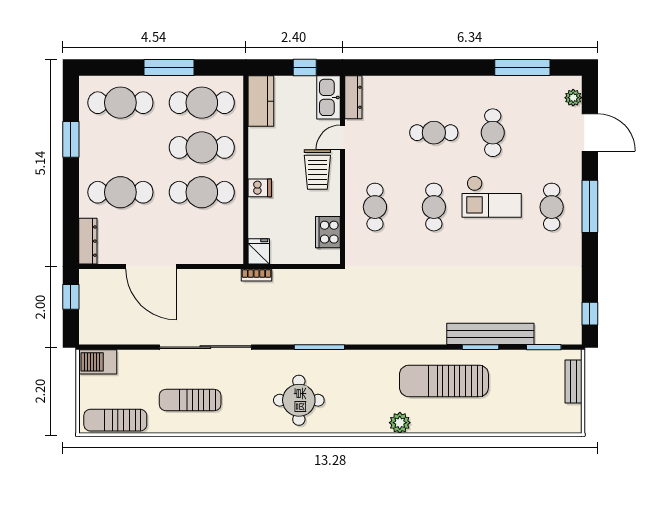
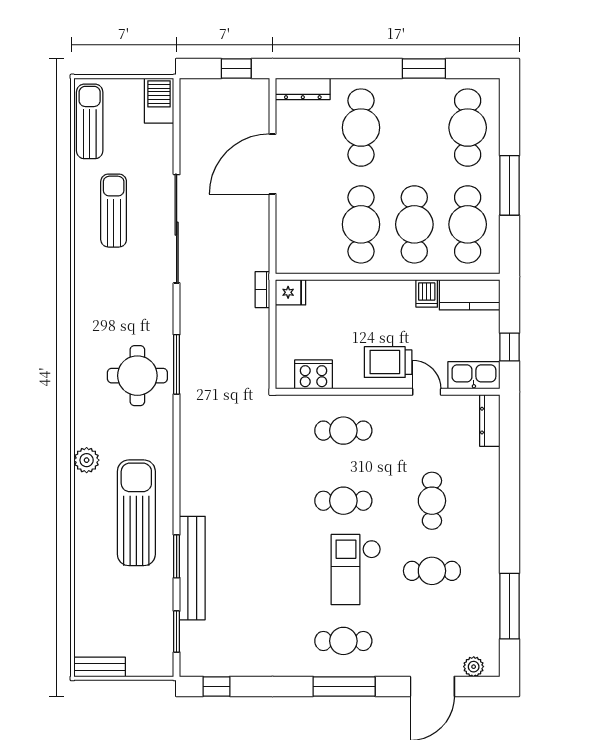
dresser: (353, 97) -> (490, 421), moved, turned 90
dishwasher: (260, 188) -> (427, 293), moved
bench: (573, 382) -> (100, 667), moved
round table: (299, 400) -> (137, 376), moved

